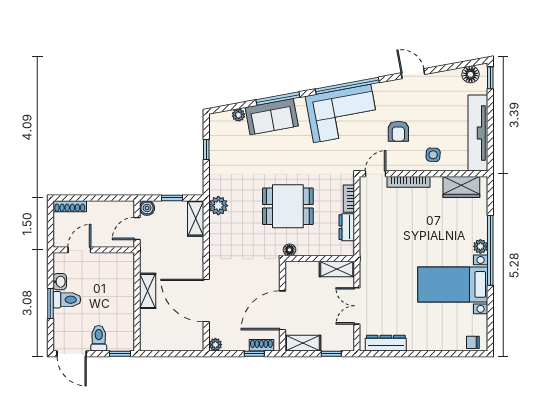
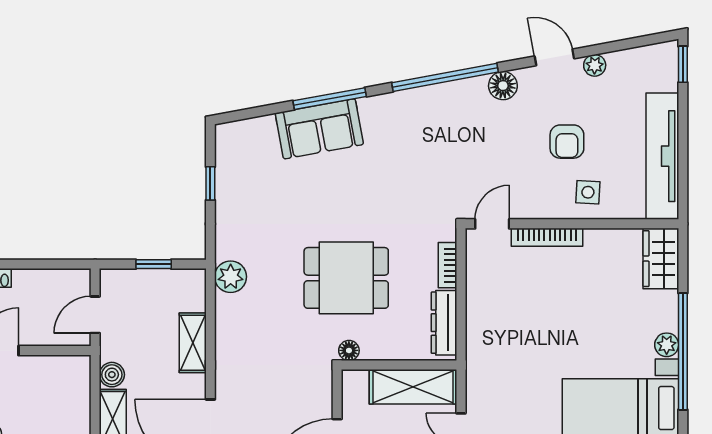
floor lamp: (470, 74) -> (503, 86), moved
corner sofa: (342, 114) -> (437, 124), removed
plant: (238, 115) -> (595, 65), moved
armchair: (398, 131) -> (567, 142), moved
wardrobe: (461, 187) -> (661, 259), moved, turned 90
boiler: (147, 208) -> (112, 375), moved
shelving: (196, 218) -> (193, 343), moved
dresser: (347, 227) -> (444, 323), width x1.44
shelving: (337, 269) -> (413, 387), width x1.50, depth x1.33

